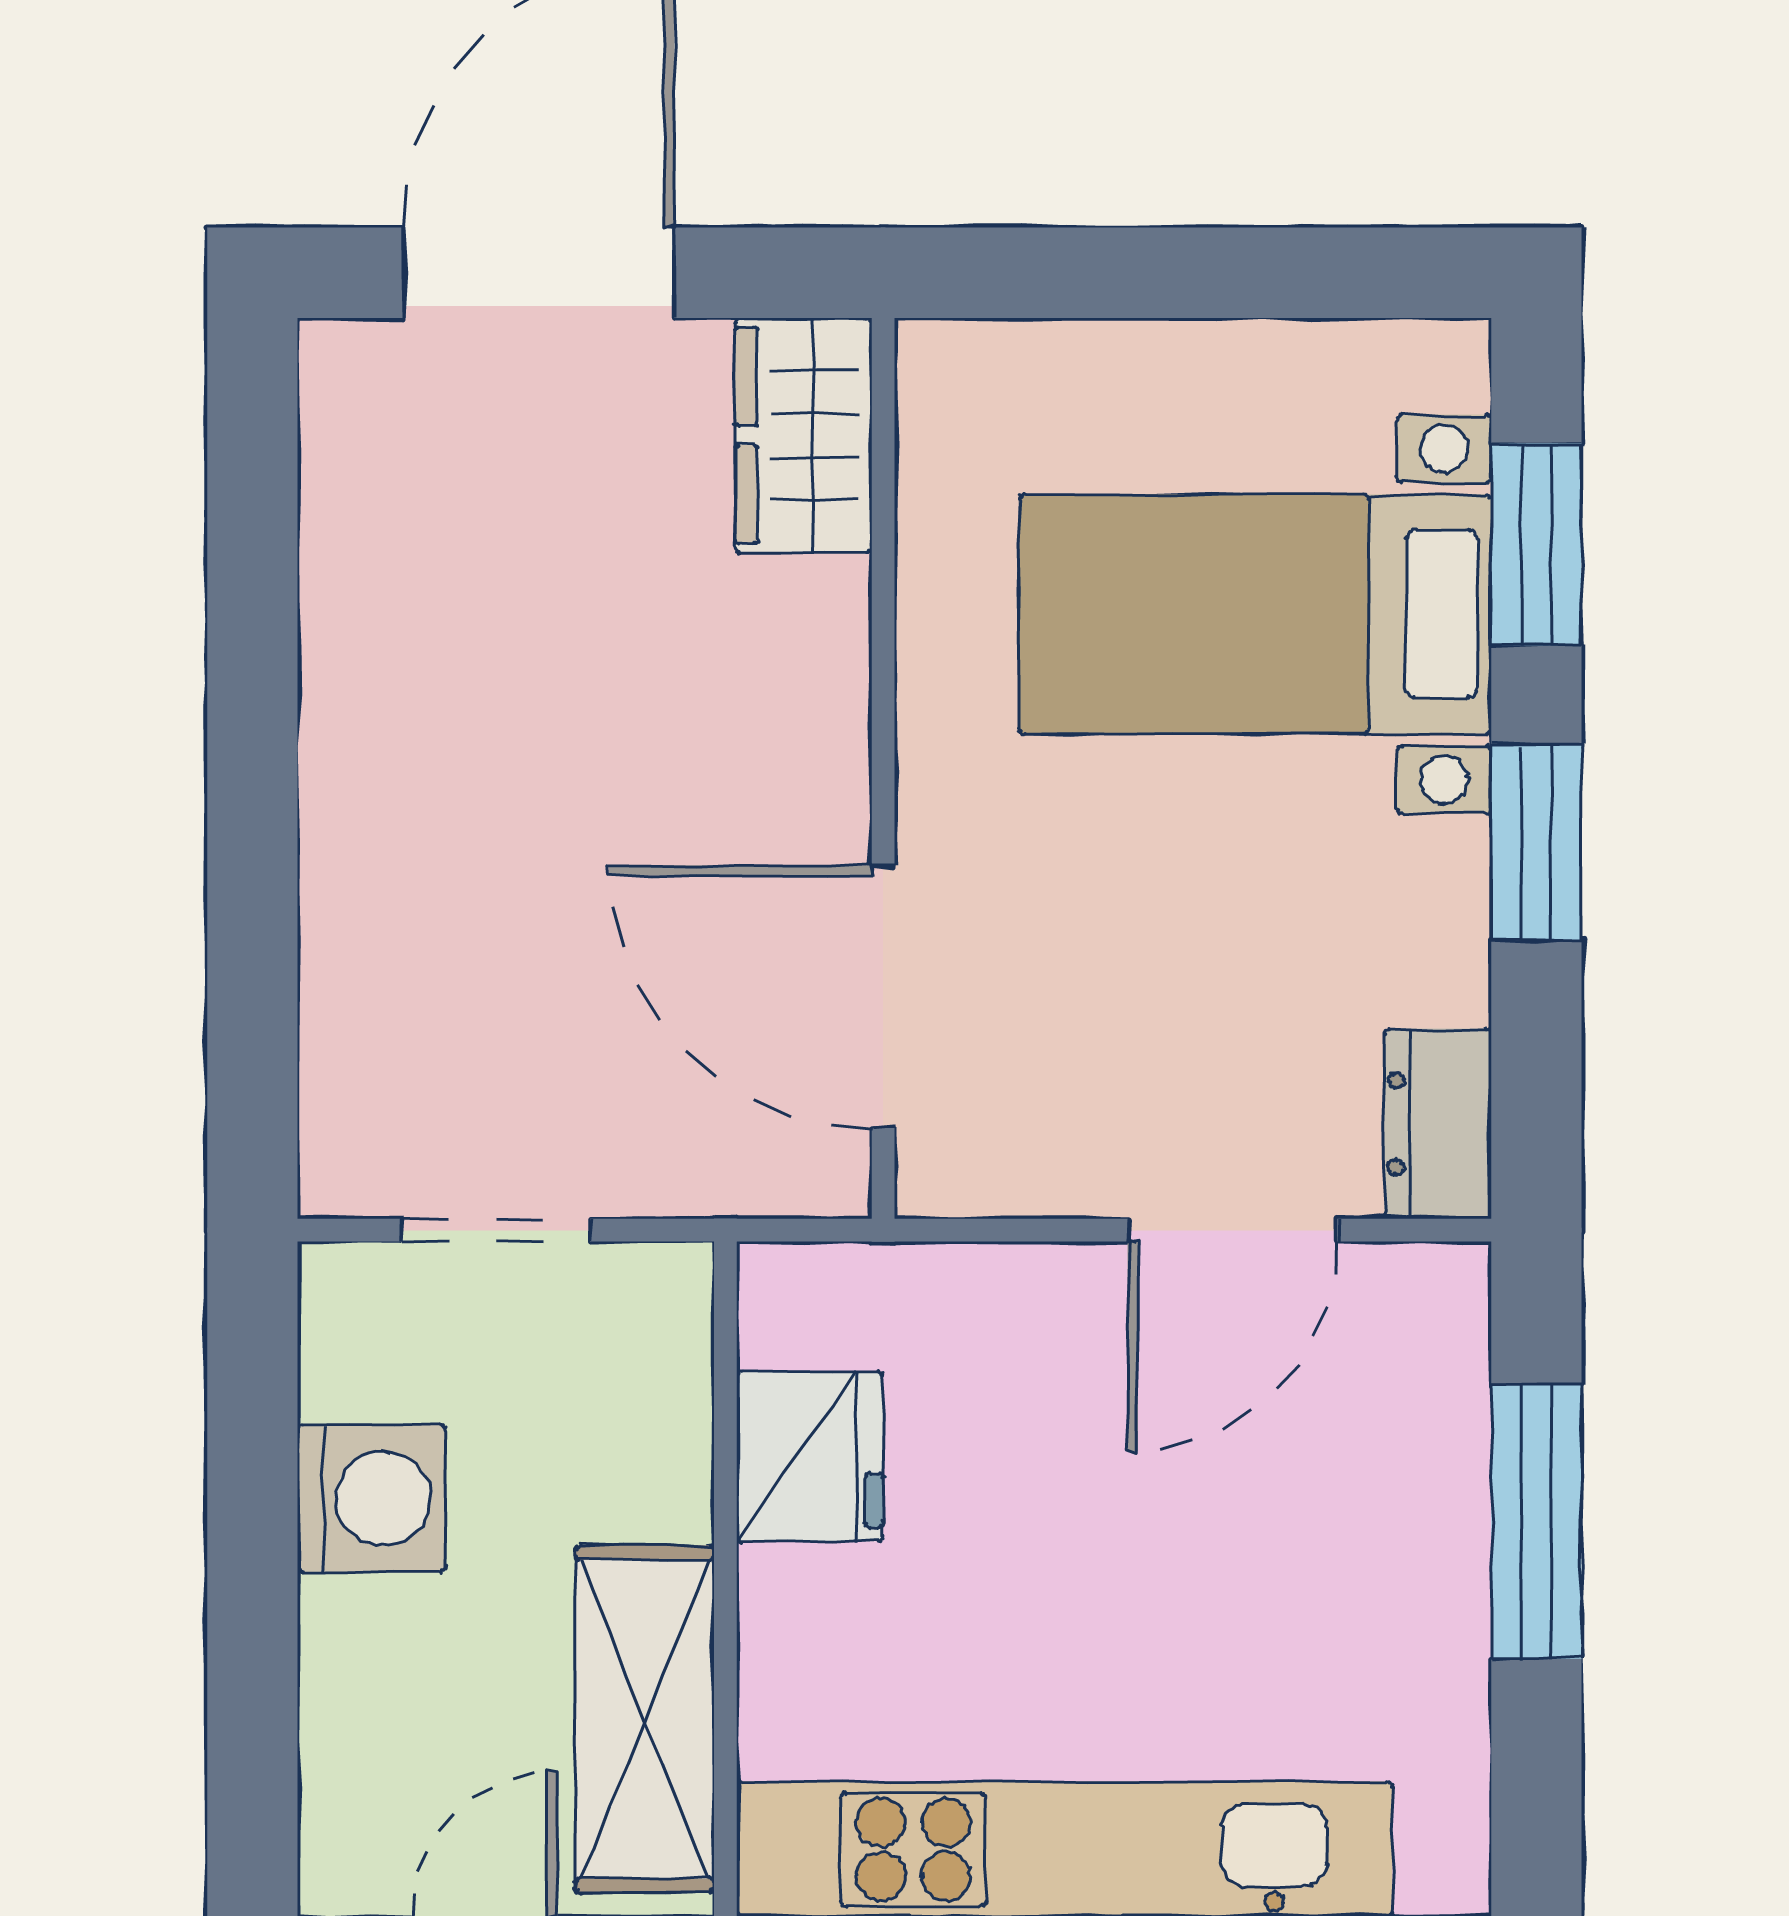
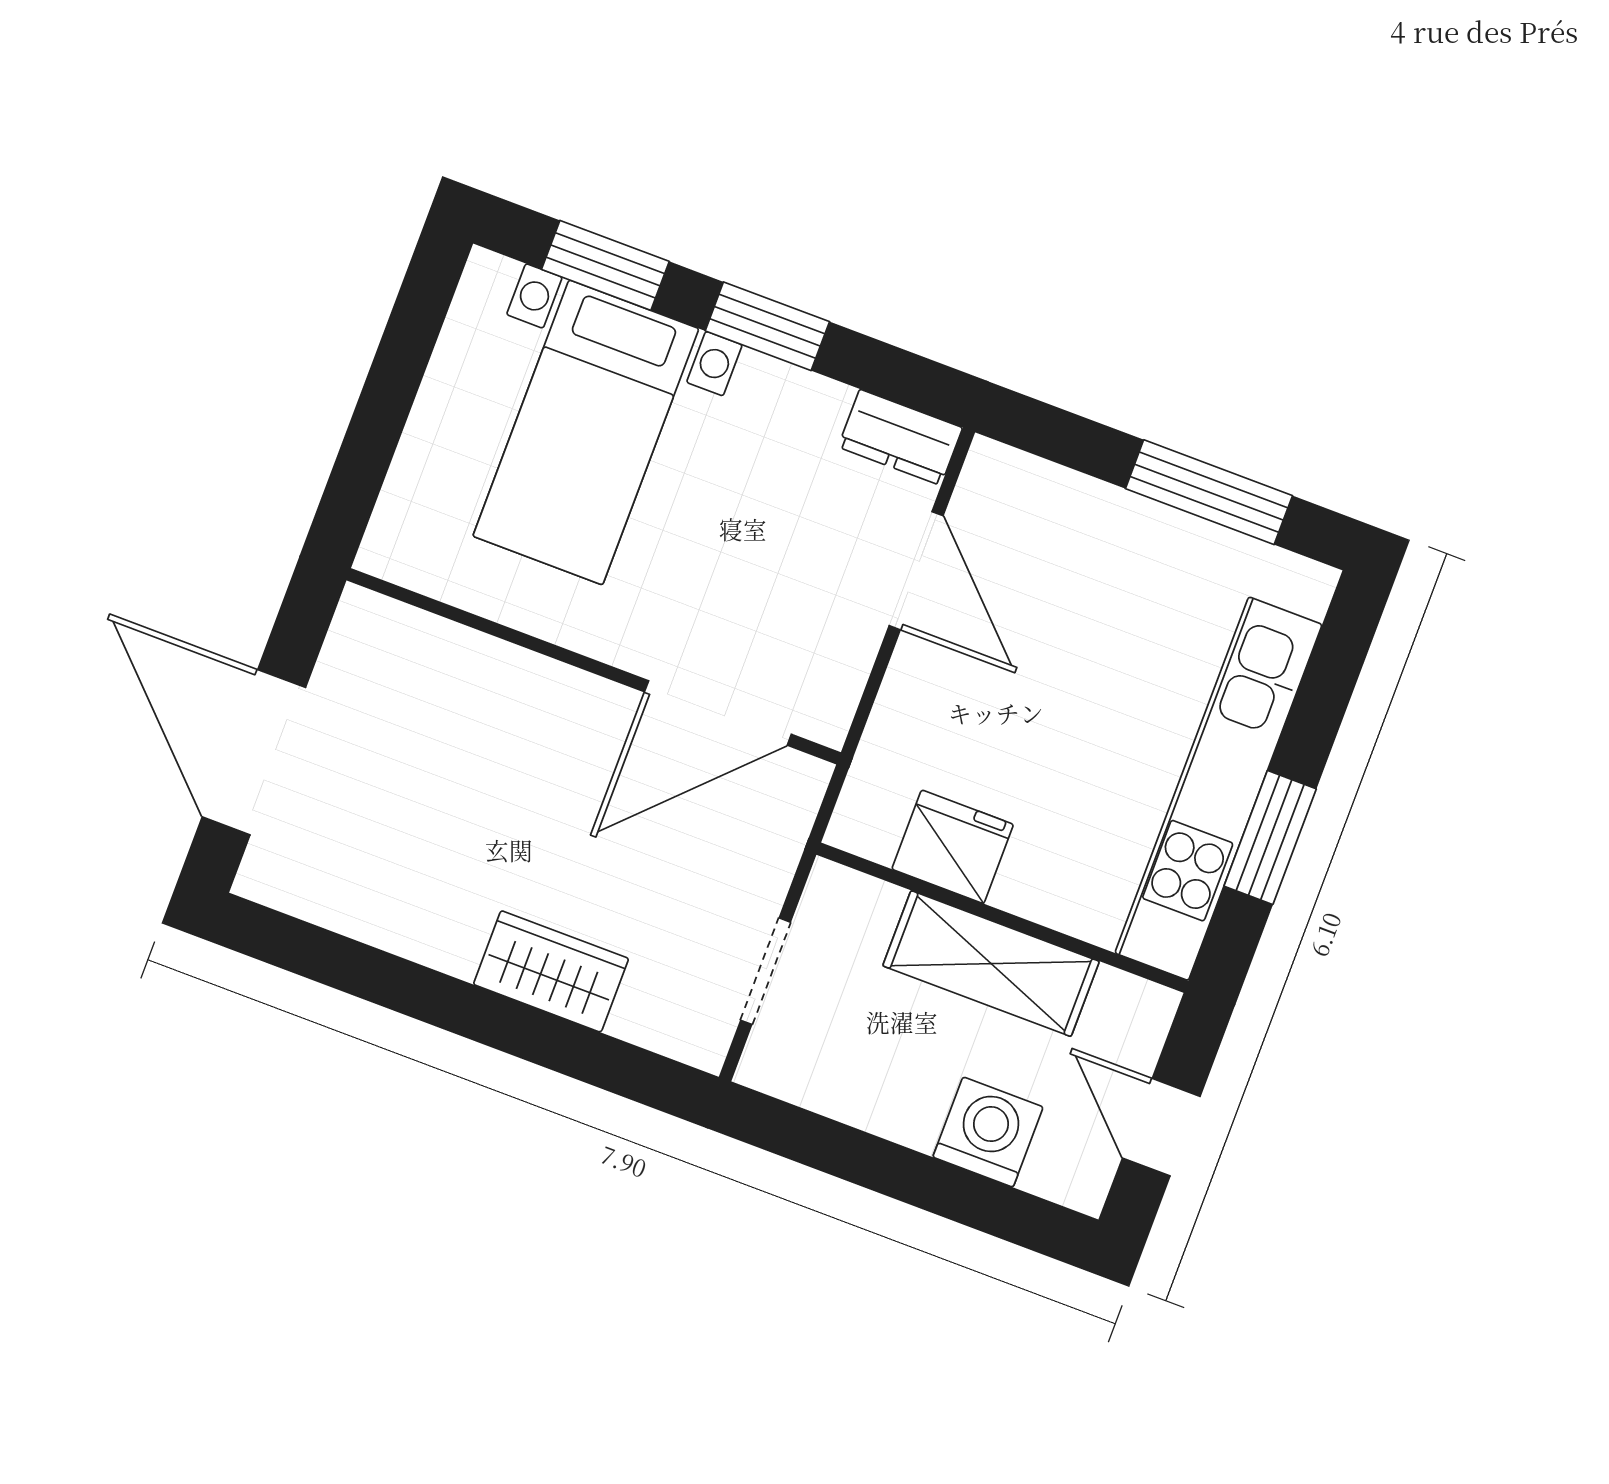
wardrobe: (804, 435) -> (551, 971), moved, turned 180
washing machine: (371, 1498) -> (988, 1132), moved
window: (1536, 1522) -> (1209, 492), moved
shelving: (645, 1719) -> (991, 964), moved

